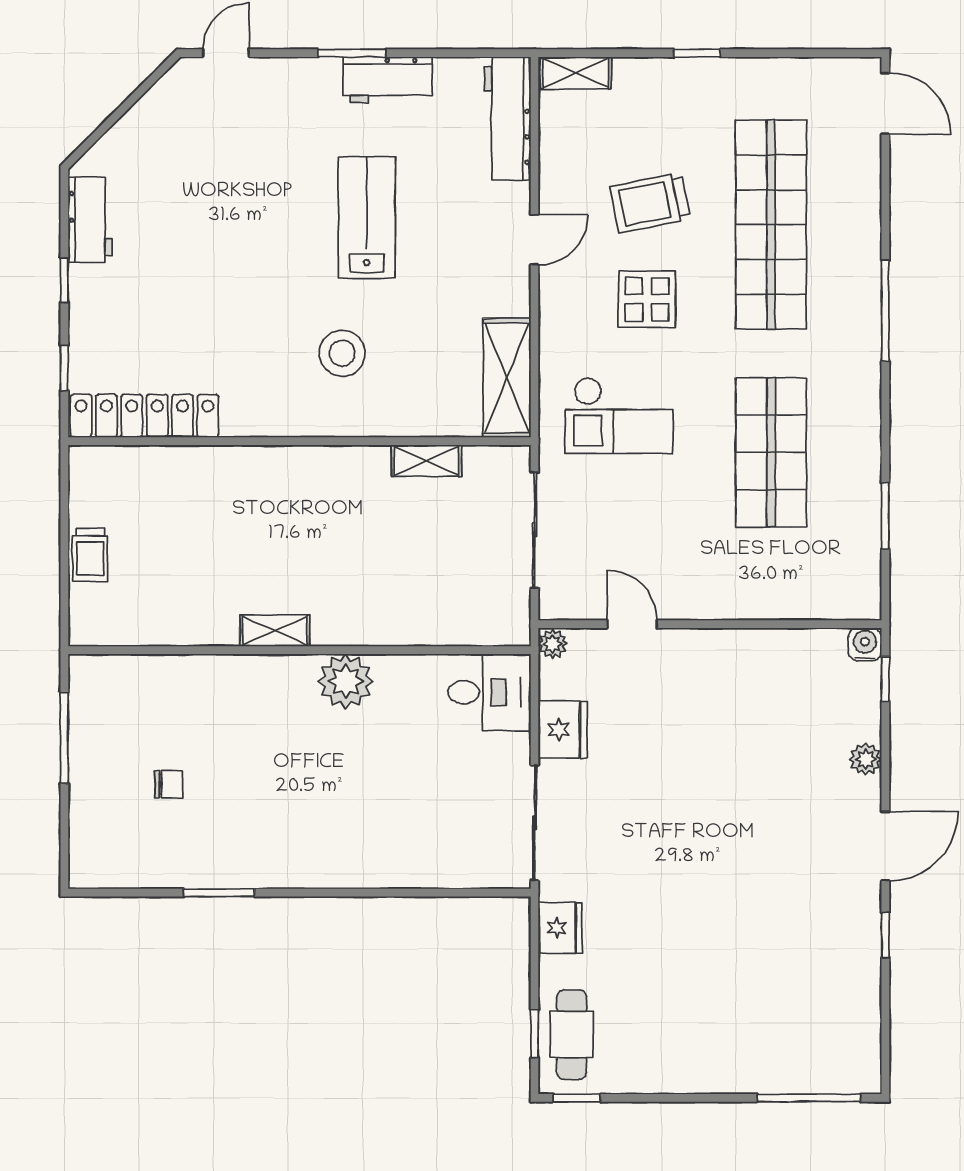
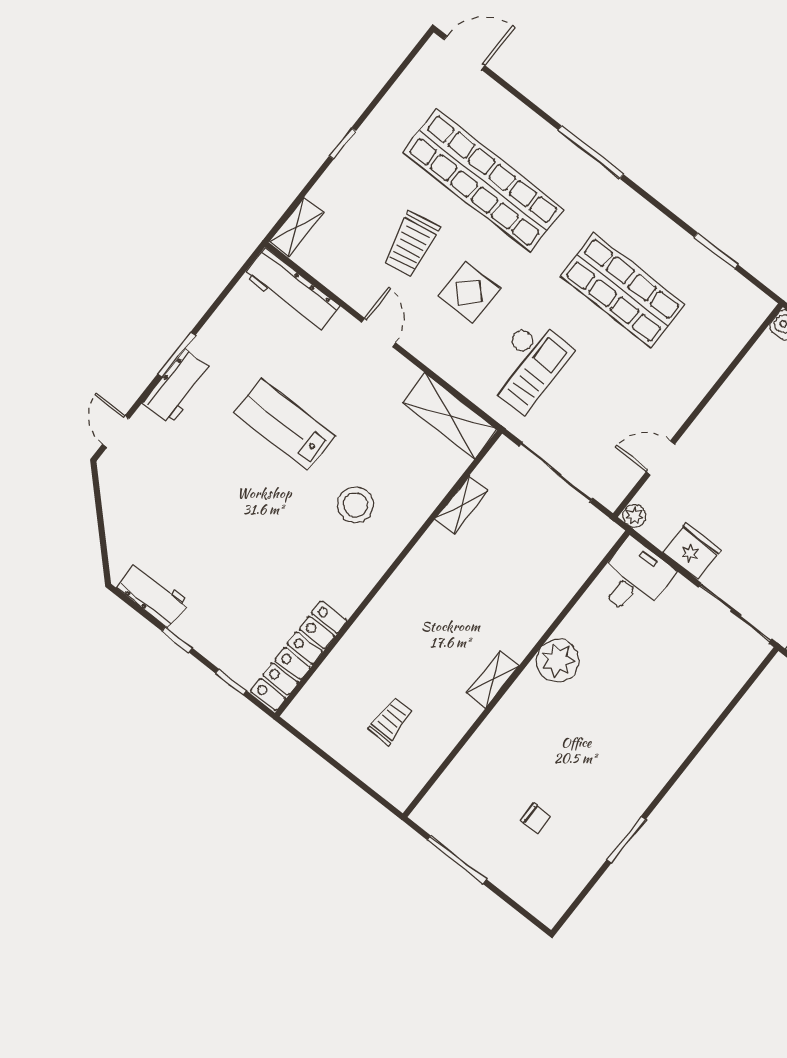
workbench: (388, 80) -> (178, 386), moved
trolley: (90, 555) -> (391, 721), moved, turned -90
chair: (169, 784) -> (535, 818), turned 90

